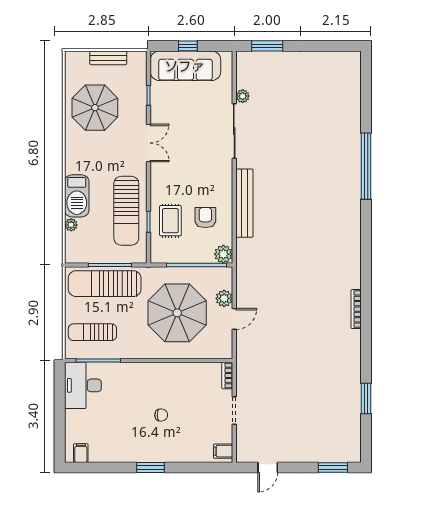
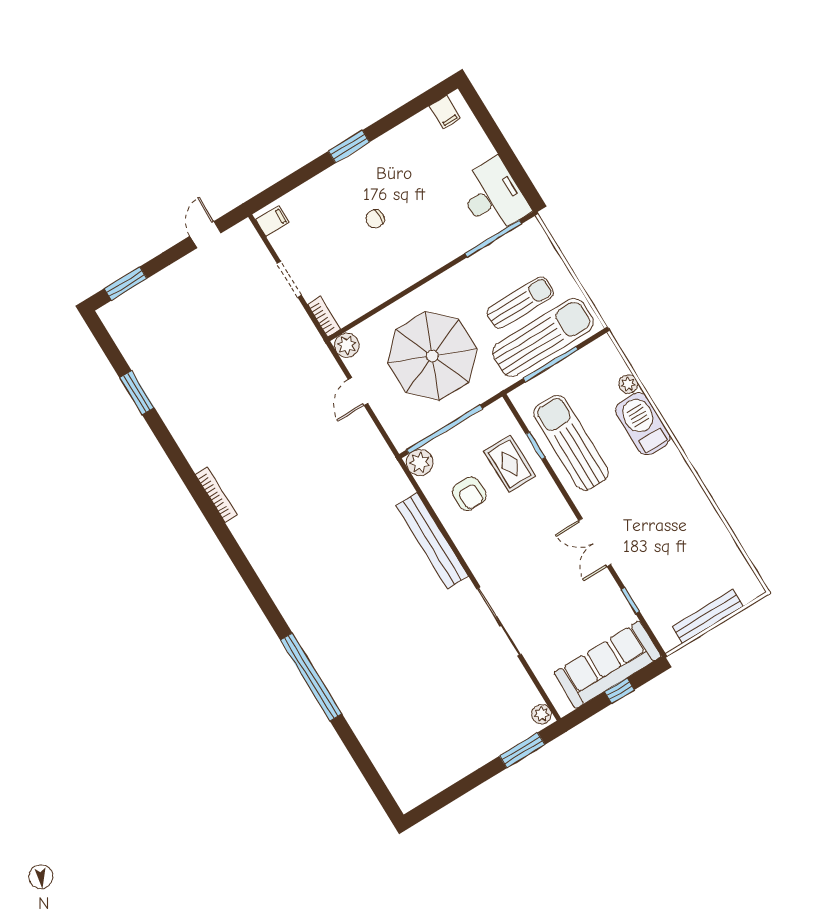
bench: (108, 58) -> (708, 616), width x1.36
plant: (243, 96) -> (542, 714), moved
parasol: (95, 108) -> (687, 545), removed
plant: (224, 298) -> (347, 345), moved
sun lounger: (92, 332) -> (520, 303), moved

